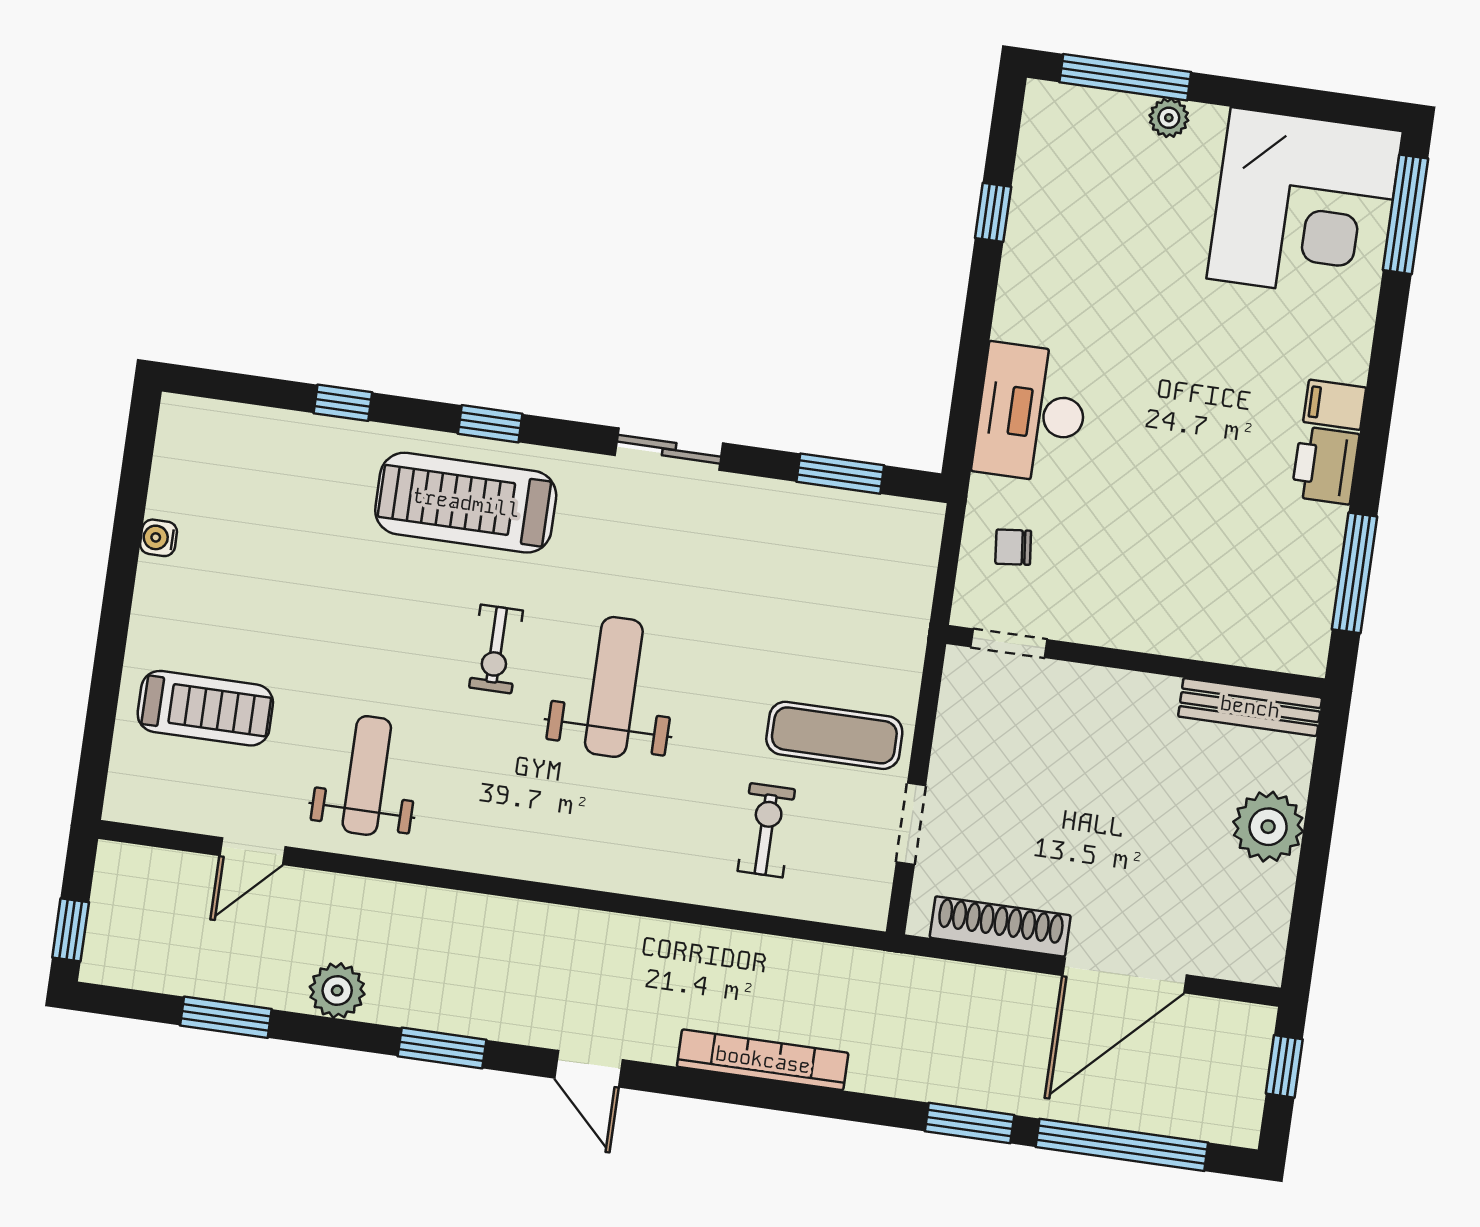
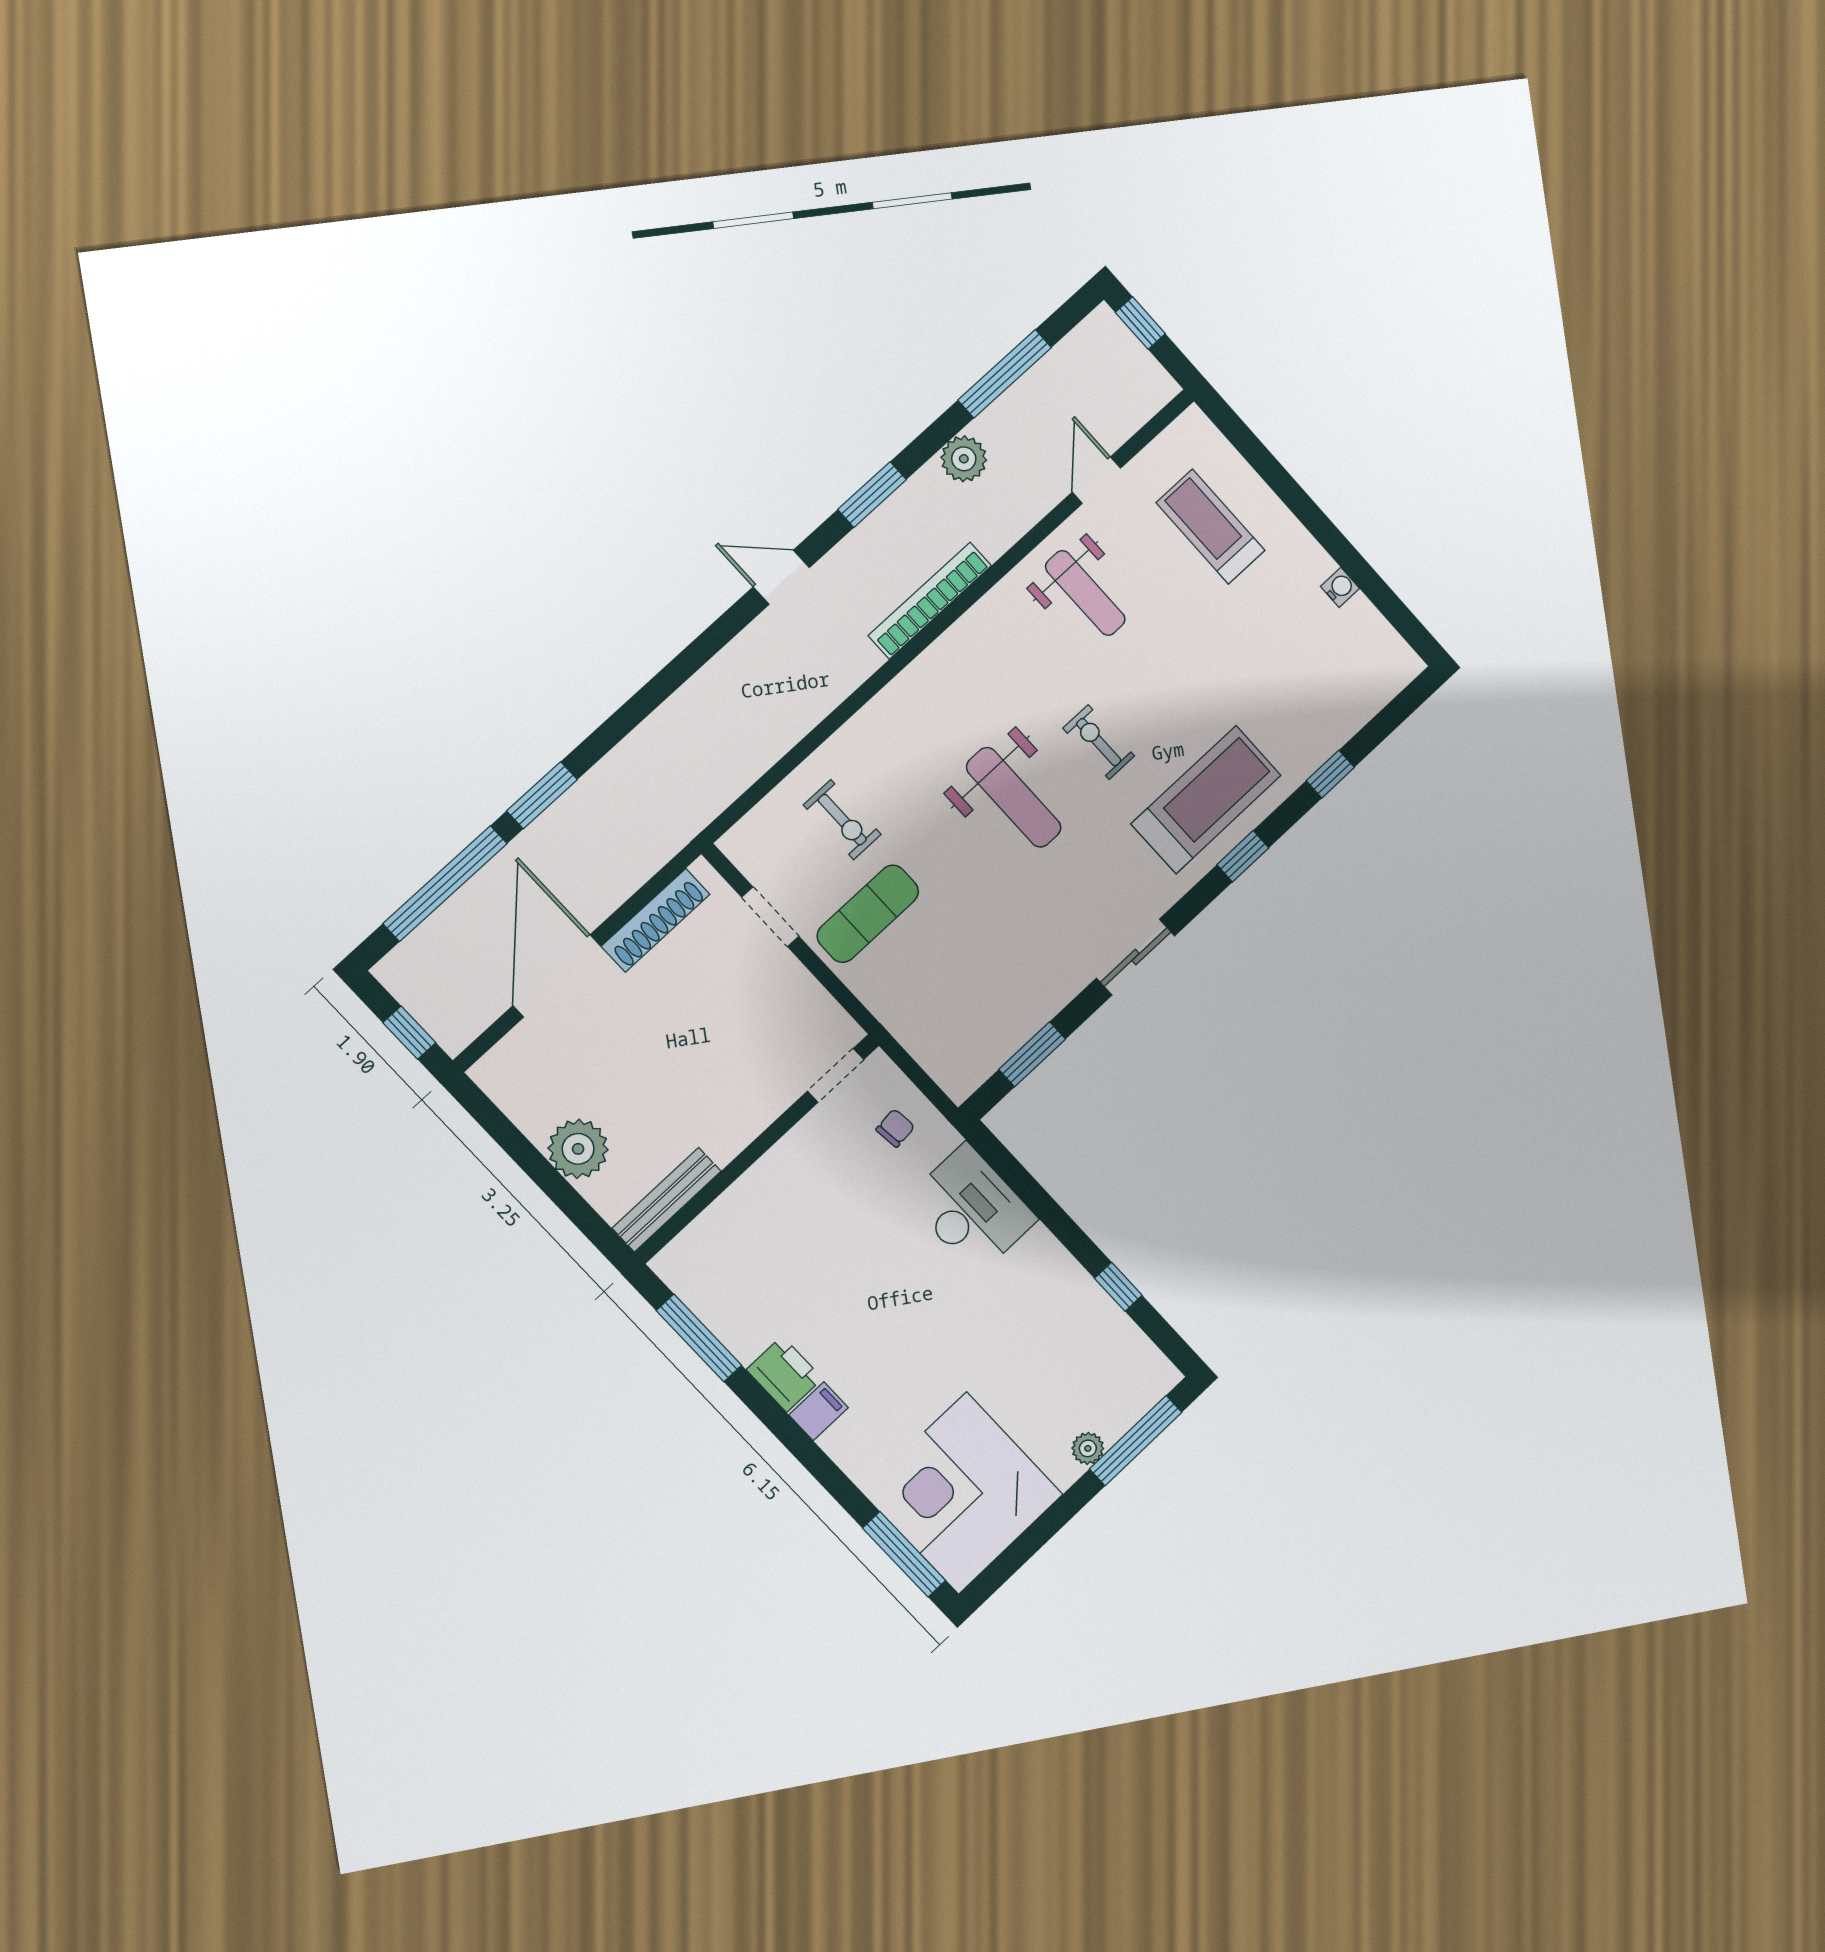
treadmill: (205, 708) -> (1210, 527), turned 90
window: (226, 1017) -> (1005, 374), width x1.44
bookcase: (763, 1060) -> (930, 601), moved, turned 180

